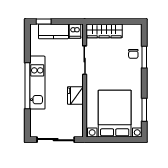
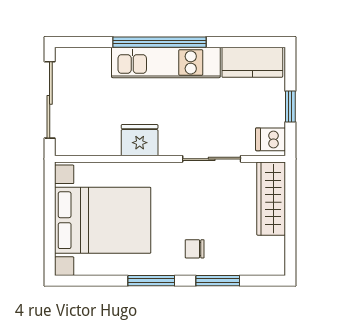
window: (44, 21) -> (290, 106), moved
kitchen counter: (53, 31) -> (252, 62), moved, turned -90
chair: (133, 54) -> (195, 249), moved
window: (144, 110) -> (151, 281), moved

